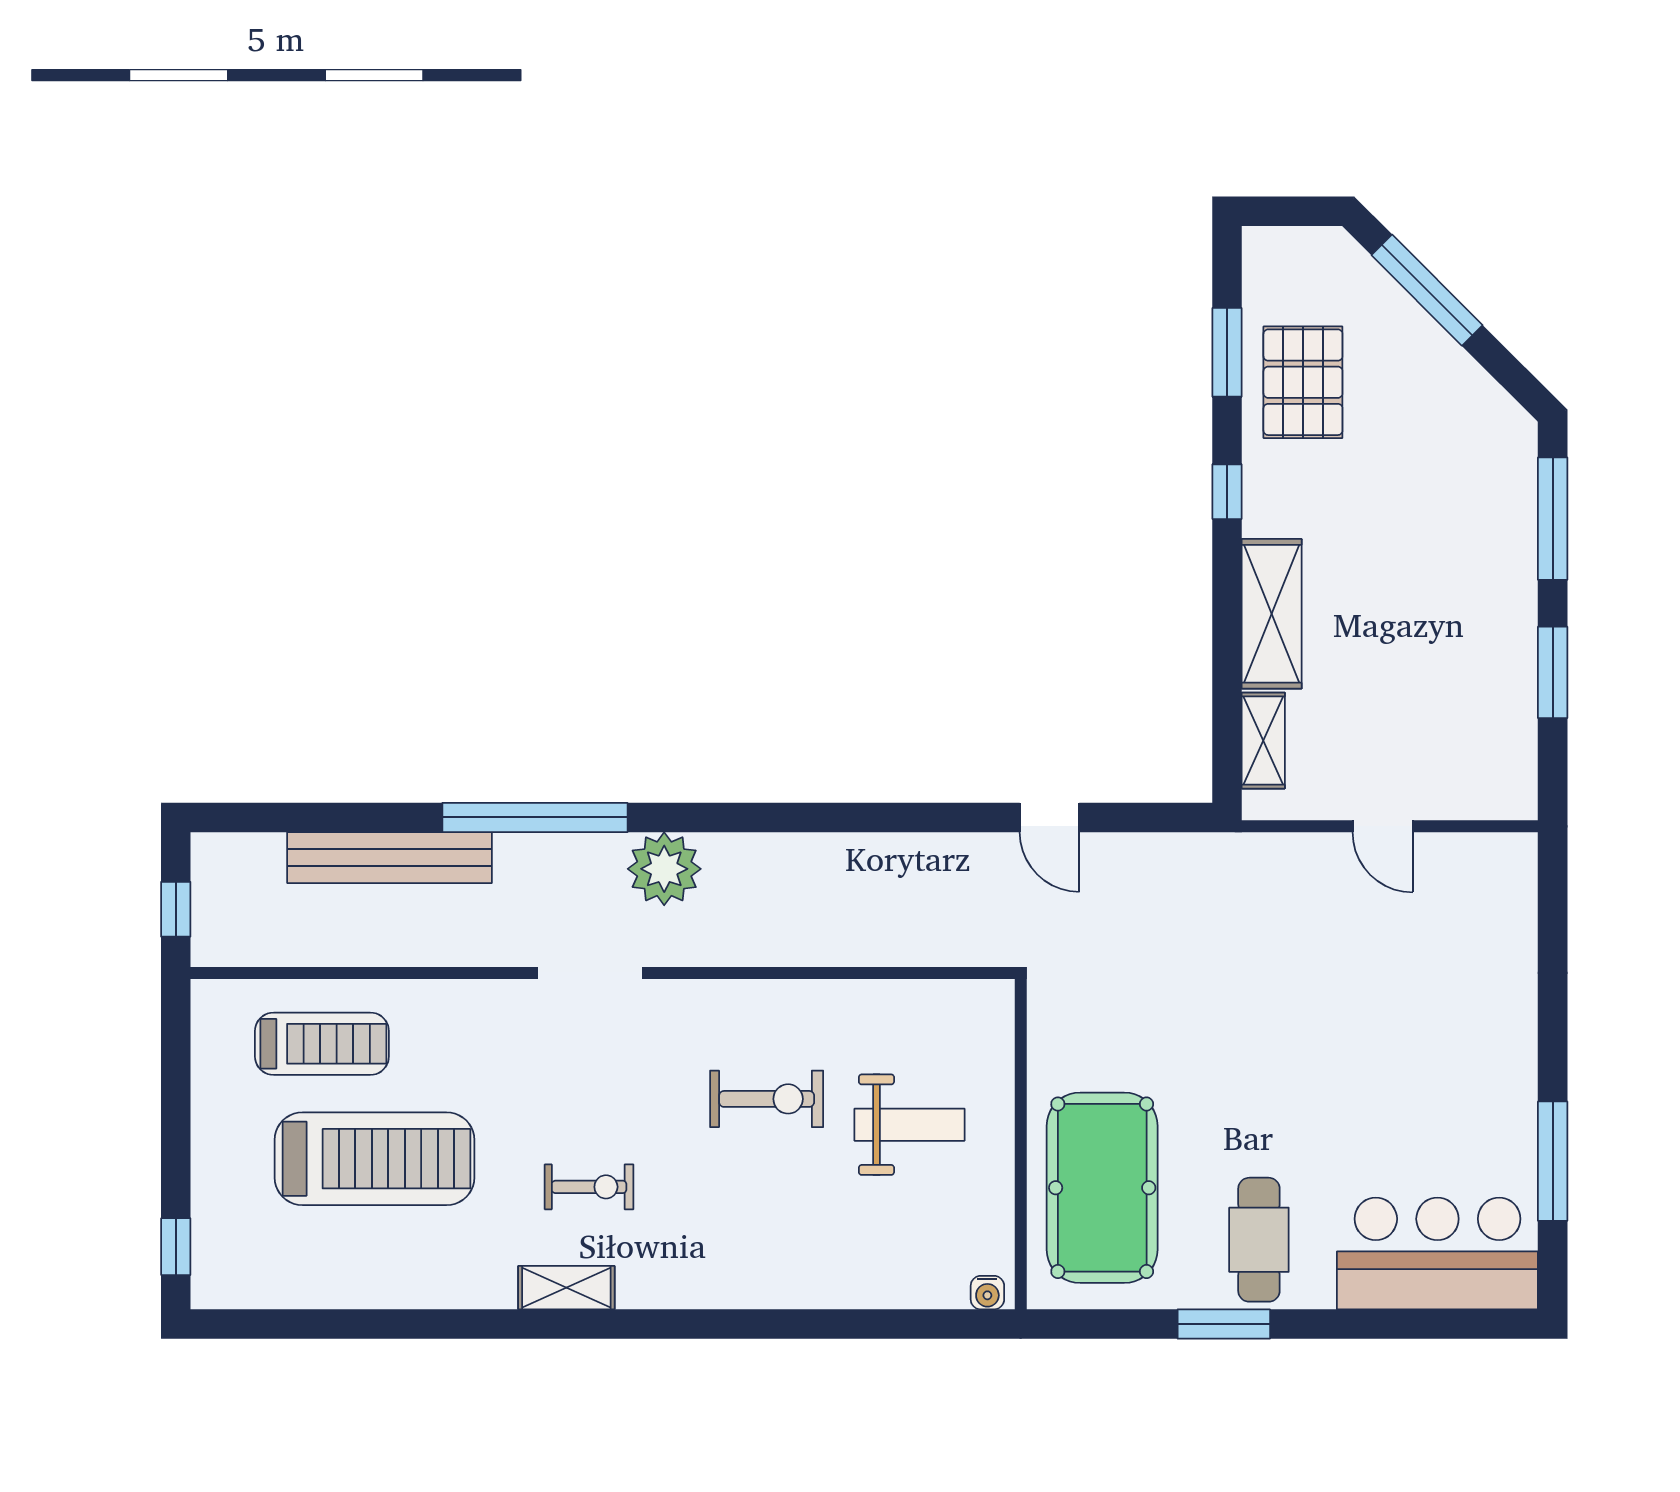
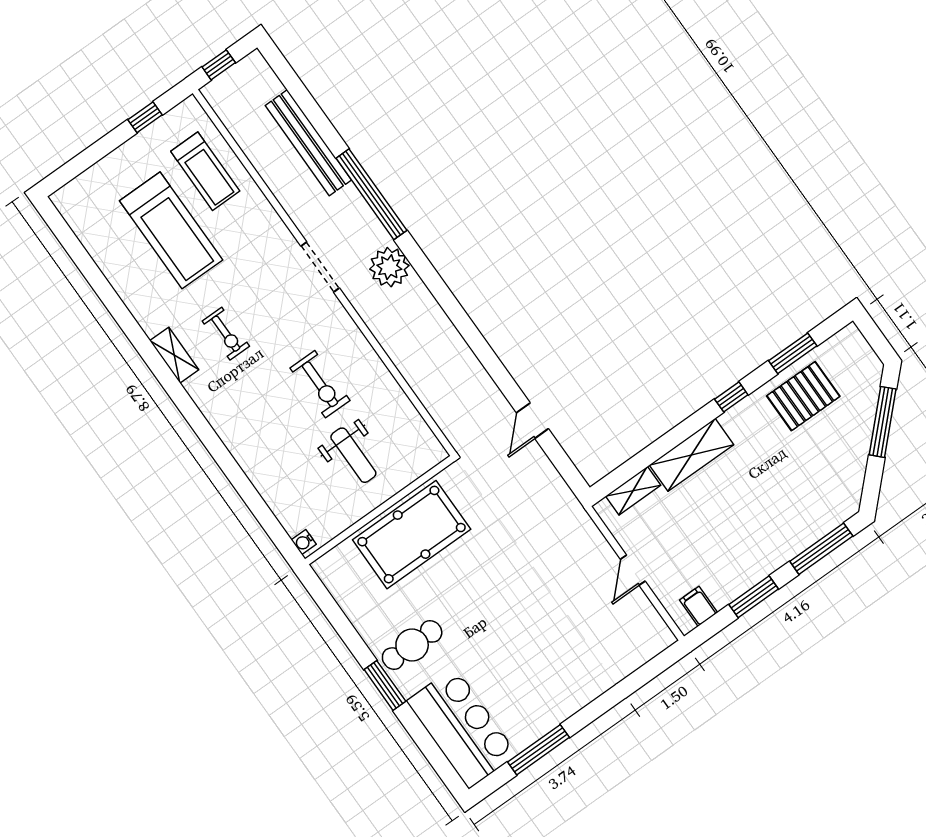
filing cabinet: (1508, 766) -> (699, 606), added
pool table: (1102, 1188) -> (412, 535), moved
window: (176, 1247) -> (145, 117), moved
window: (1224, 1324) -> (385, 685), moved

